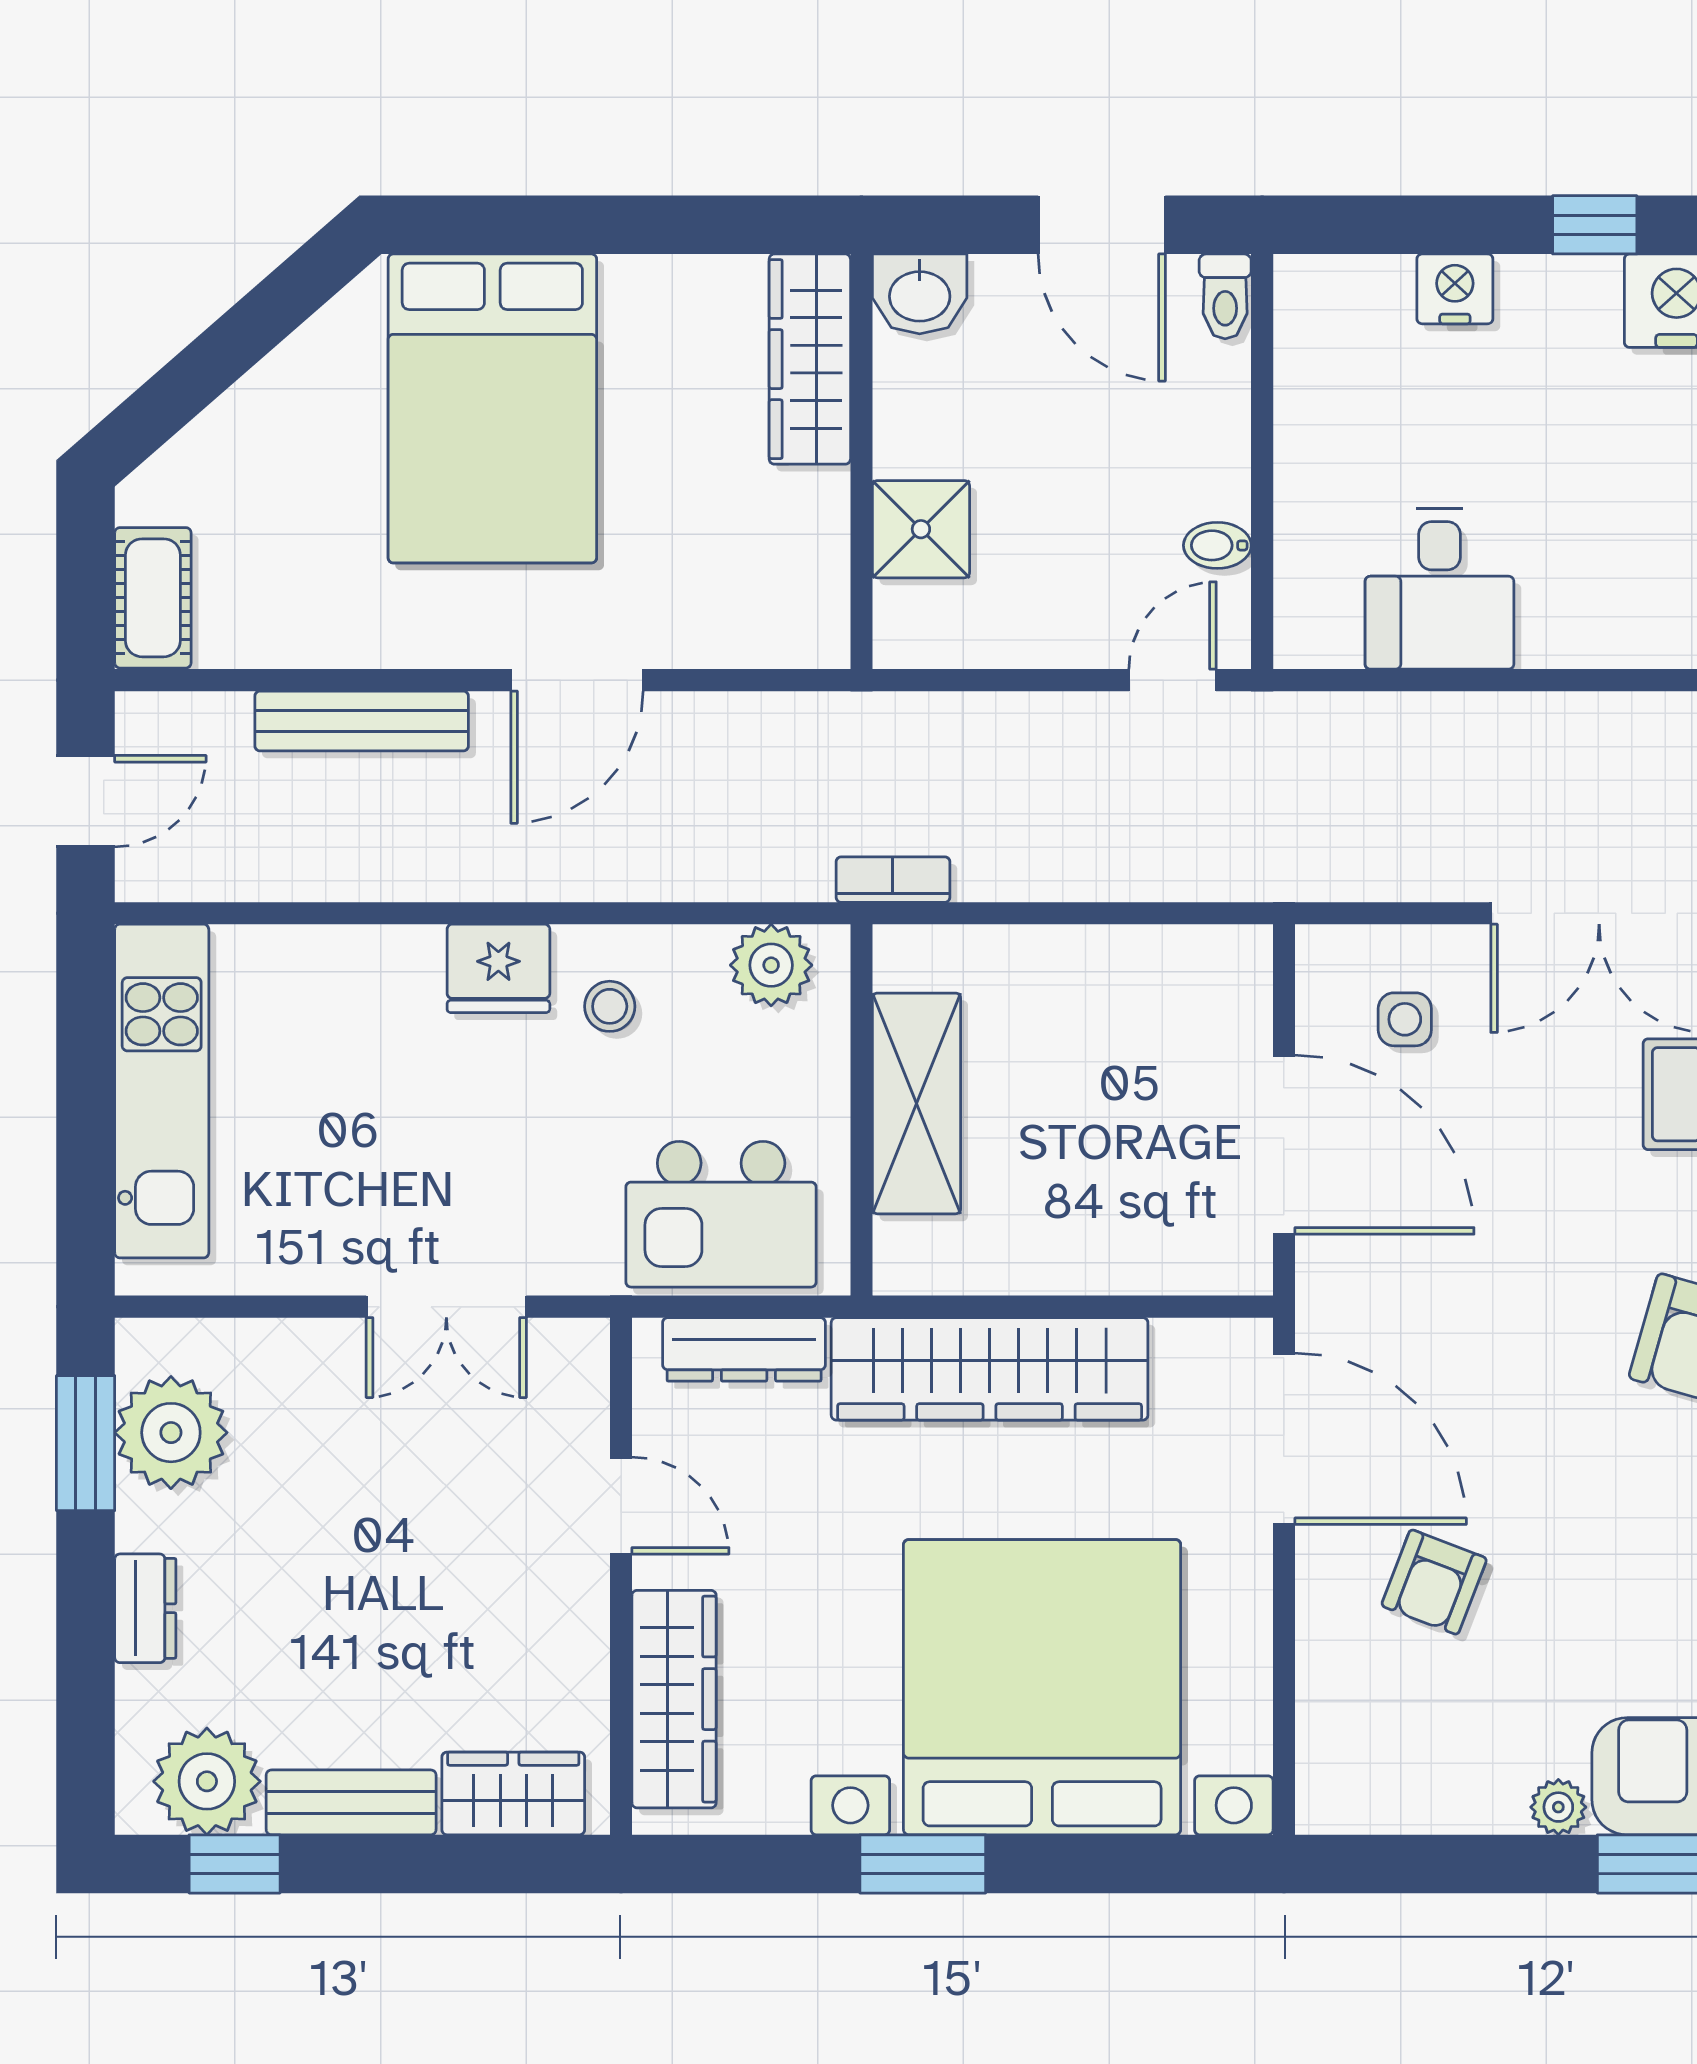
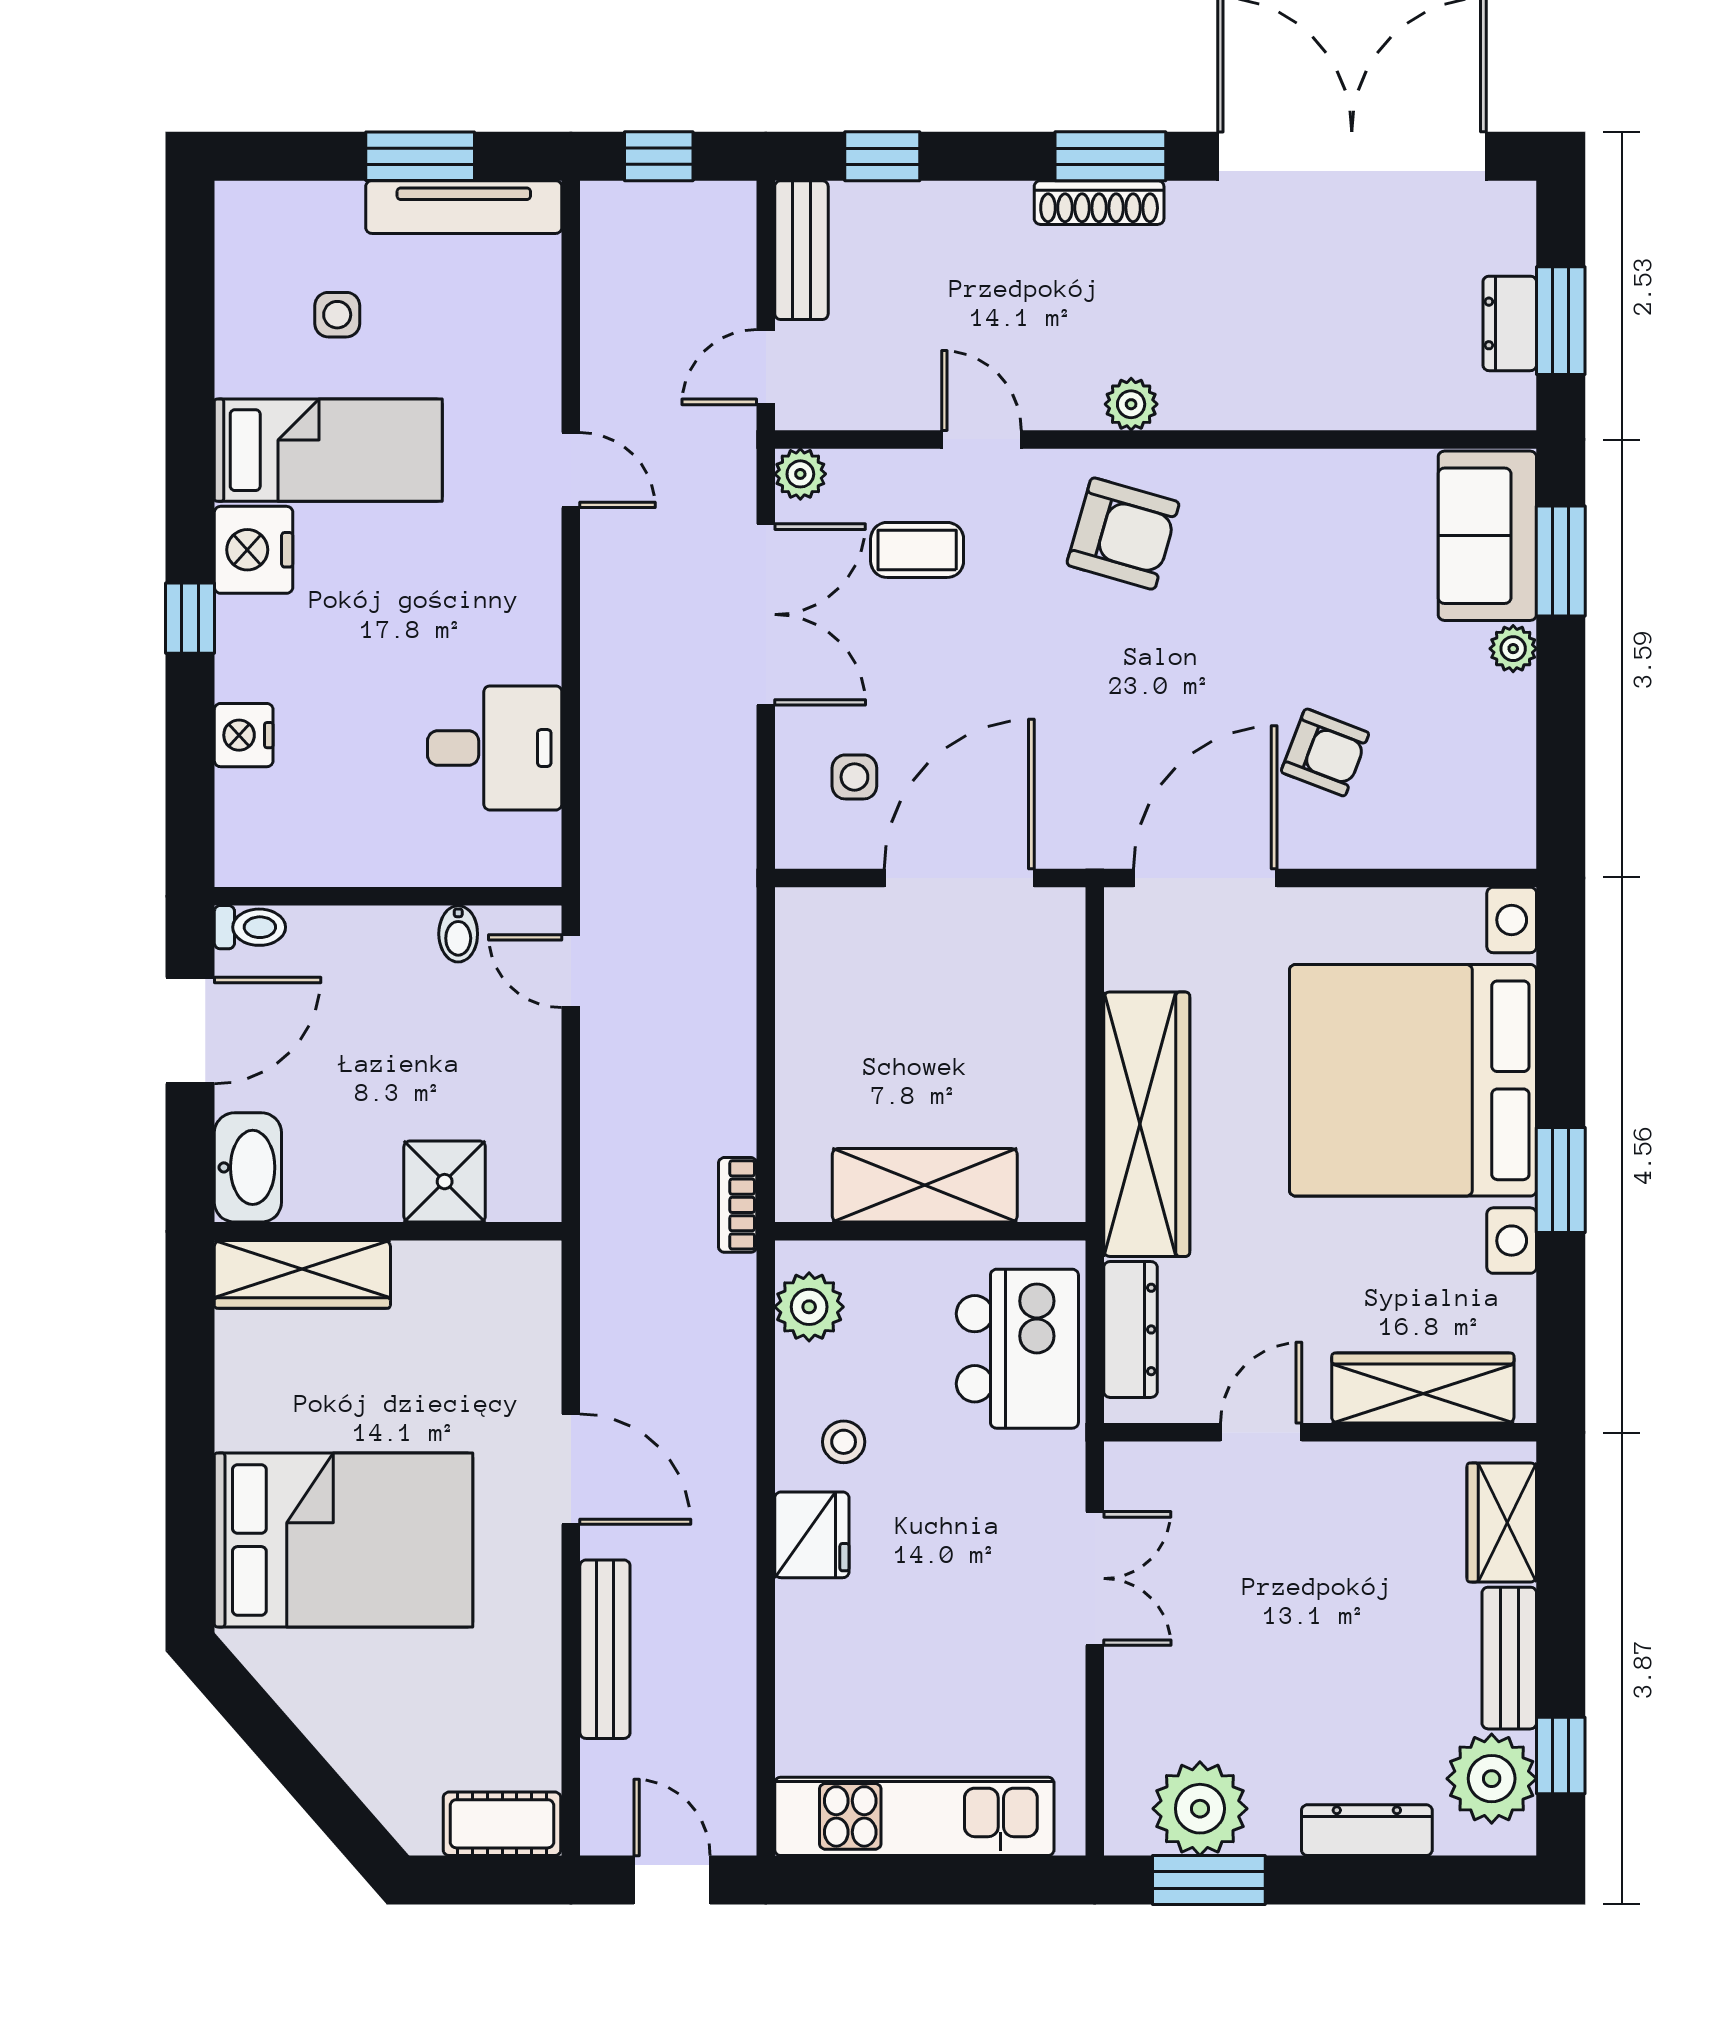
washbasin: (920, 294) -> (248, 1167), width x1.38
dresser: (145, 1608) -> (1367, 1830), width x1.44

